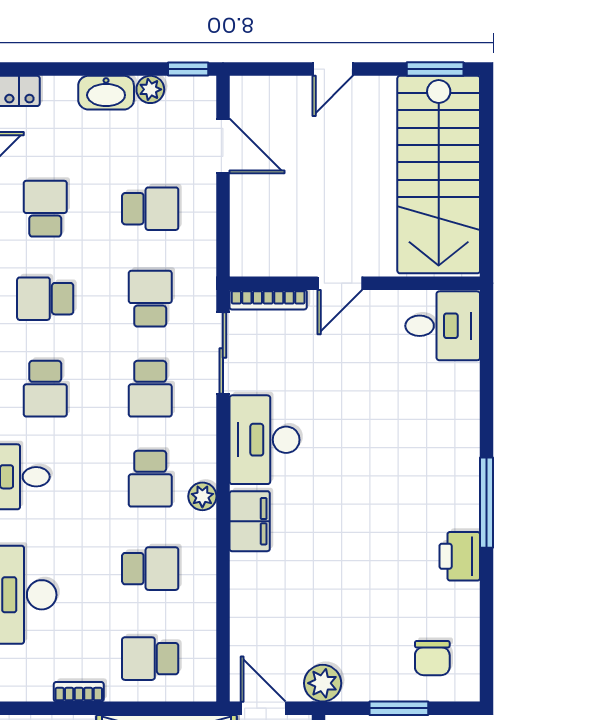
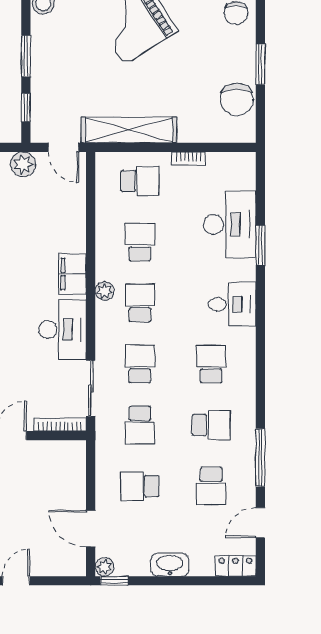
plant: (150, 89) -> (104, 567), moved
school desk: (150, 569) -> (140, 242), turned 90

